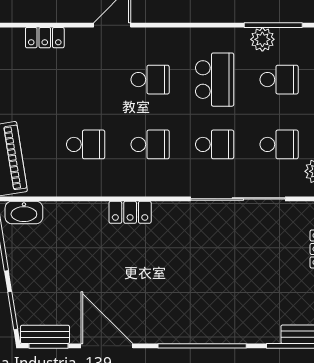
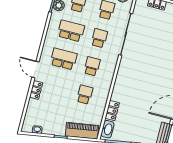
locker: (45, 38) -> (36, 90), moved
school desk: (150, 80) -> (64, 59), width x1.85
locker: (130, 212) -> (112, 111), moved

